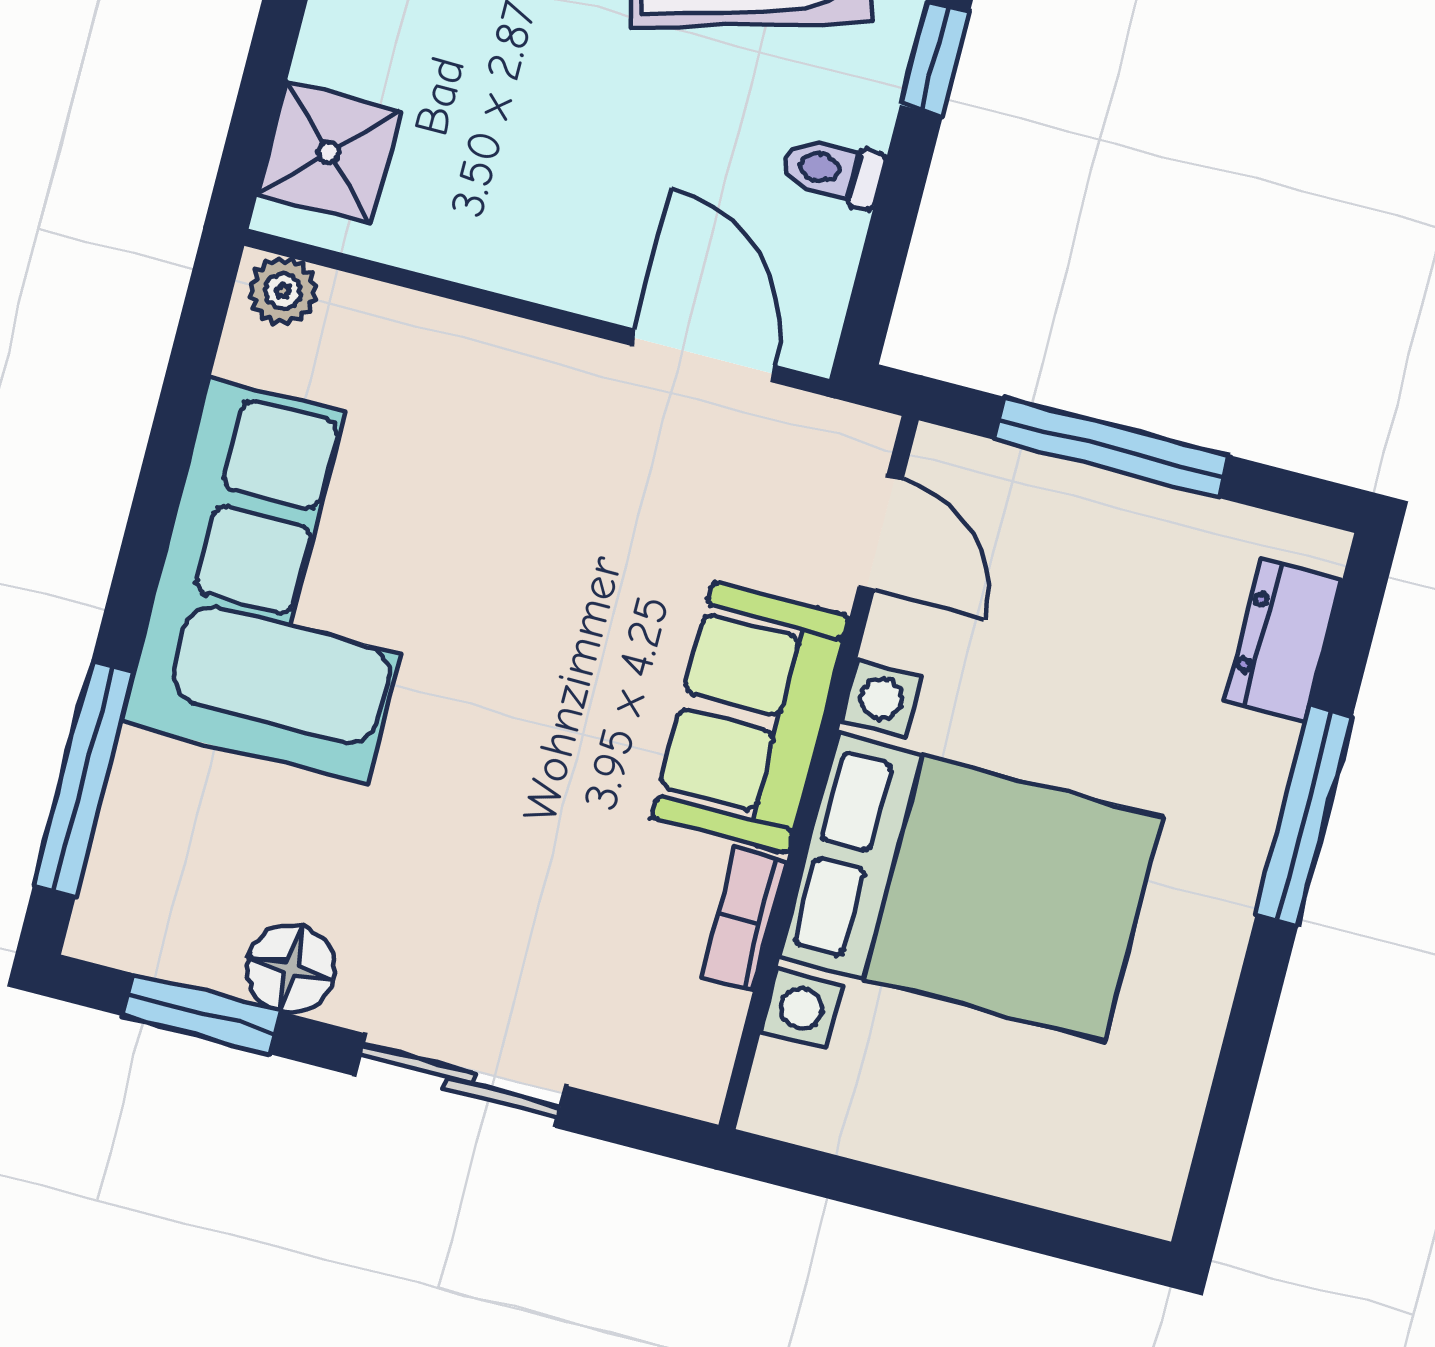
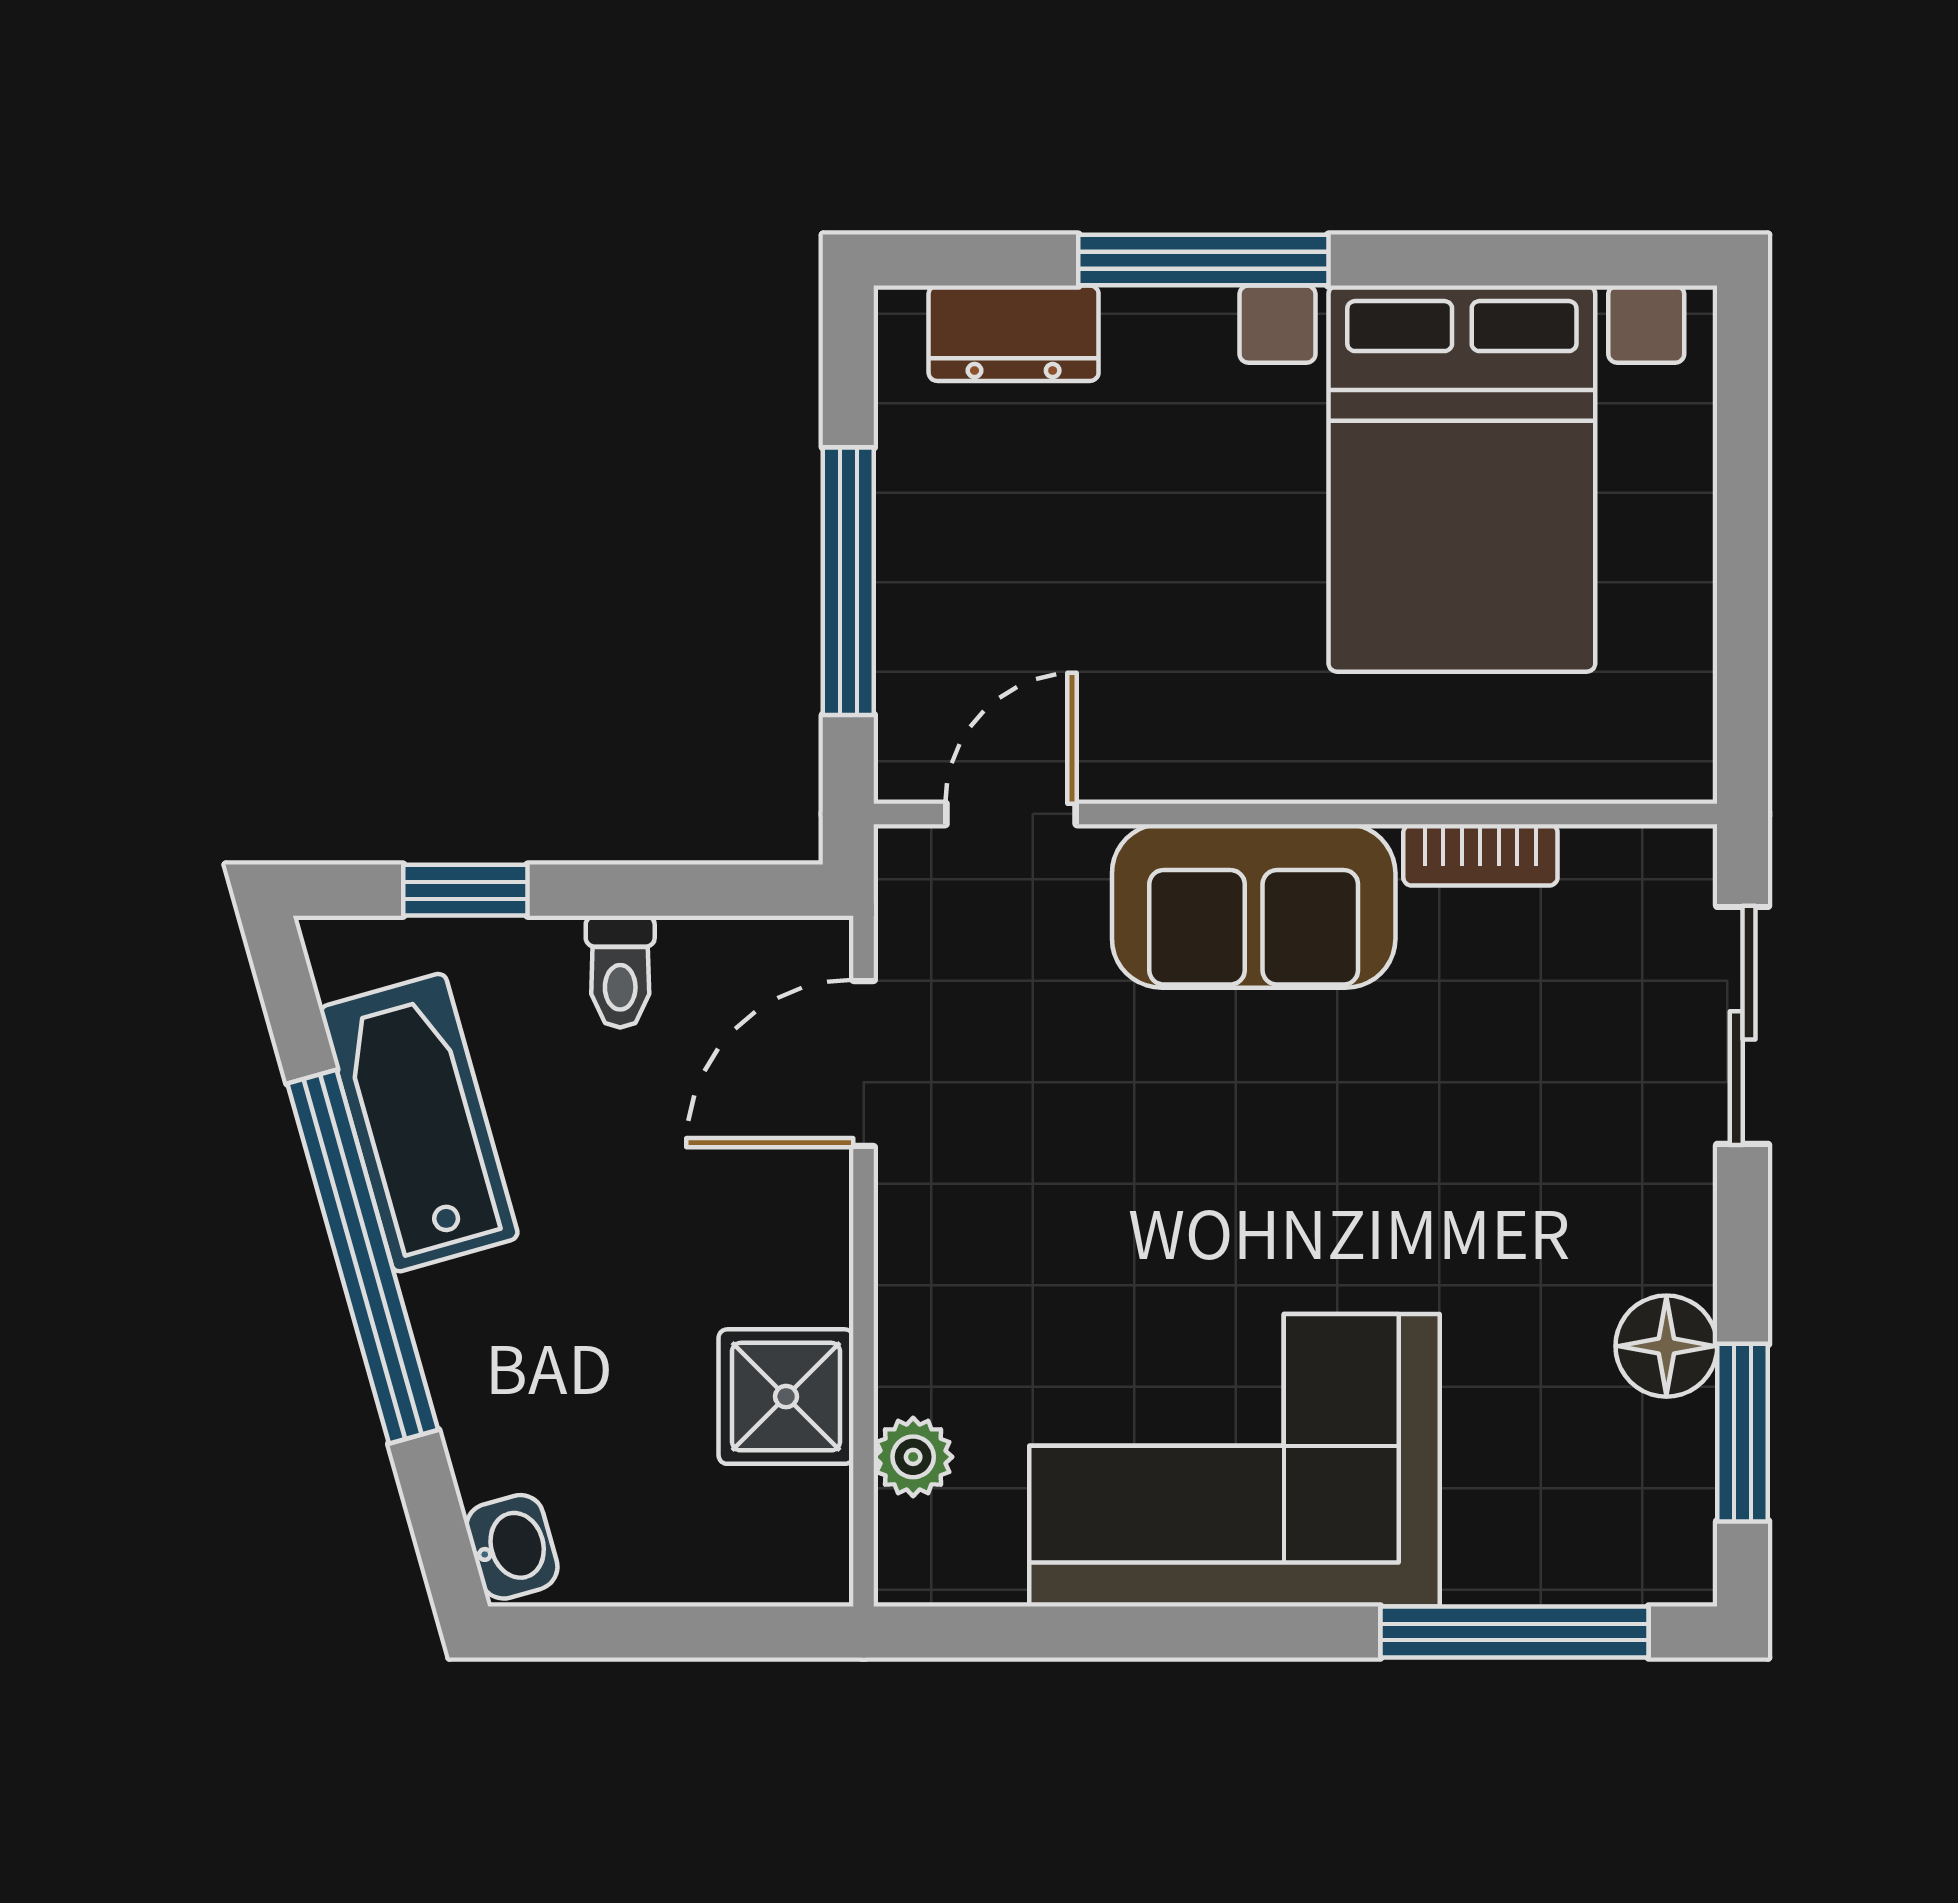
shower: (329, 153) -> (786, 1397), moved
plant: (283, 291) -> (913, 1457), moved
bed with nightstands: (971, 887) -> (1462, 479), moved, turned 180
sliding door: (460, 1081) -> (1743, 1025), moved

